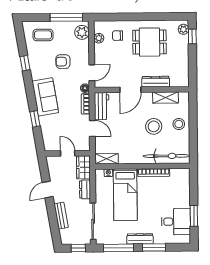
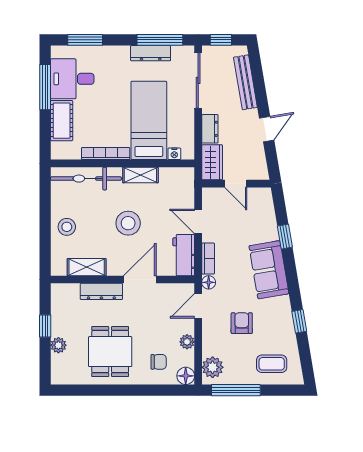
floor lamp: (100, 27) -> (186, 376), added
plant: (183, 29) -> (58, 345), moved
window: (192, 36) -> (45, 326), moved
plant: (99, 38) -> (187, 342), moved
dining table: (149, 42) -> (110, 352), turned 90
armchair: (63, 62) -> (242, 323), turned -90
stool: (154, 126) -> (128, 223), moved
shelving: (107, 159) -> (140, 175), moved
cot: (183, 194) -> (62, 121), added
bench: (61, 216) -> (245, 82), width x1.36
window: (194, 216) -> (45, 87), width x1.44
dresser: (140, 239) -> (151, 53), moved
window: (154, 247) -> (85, 40), moved

